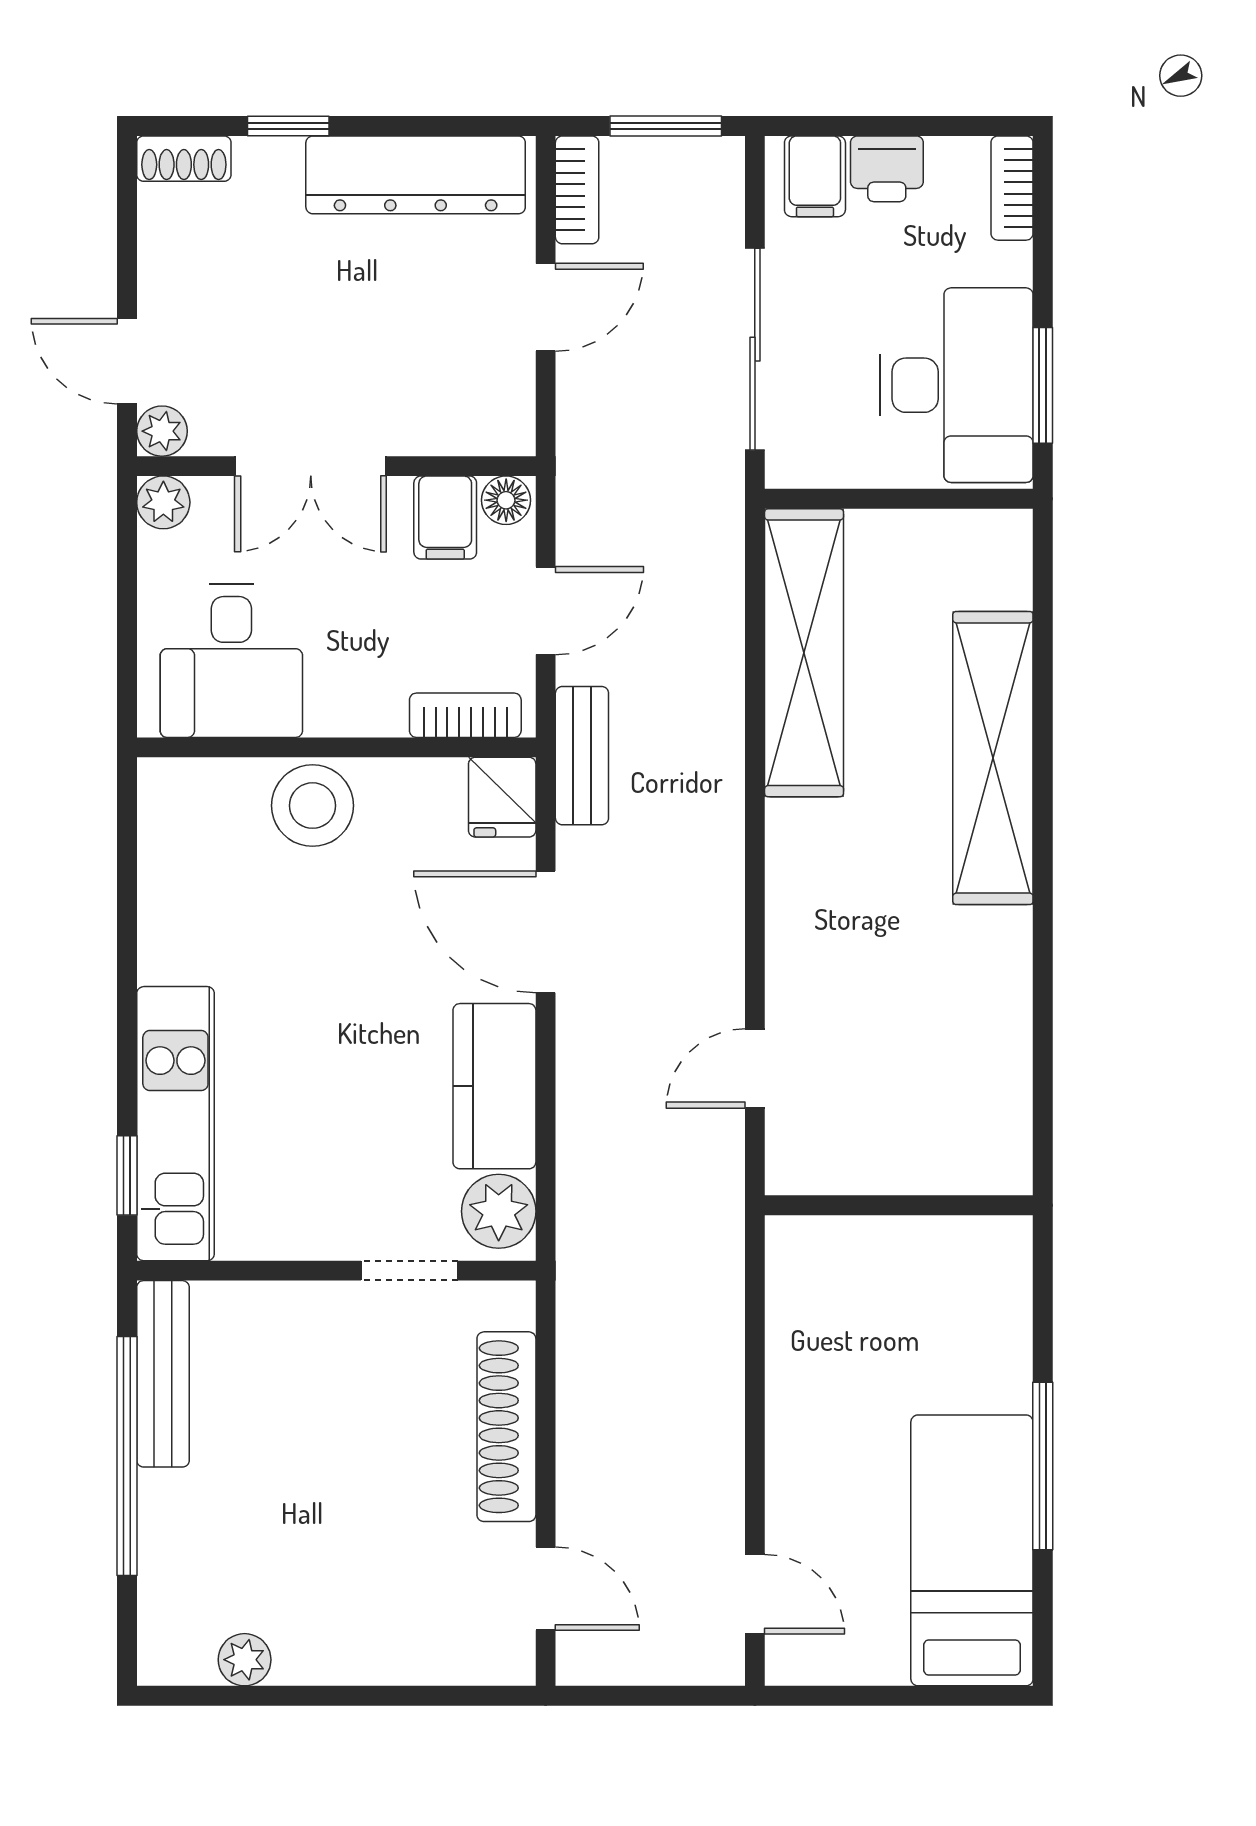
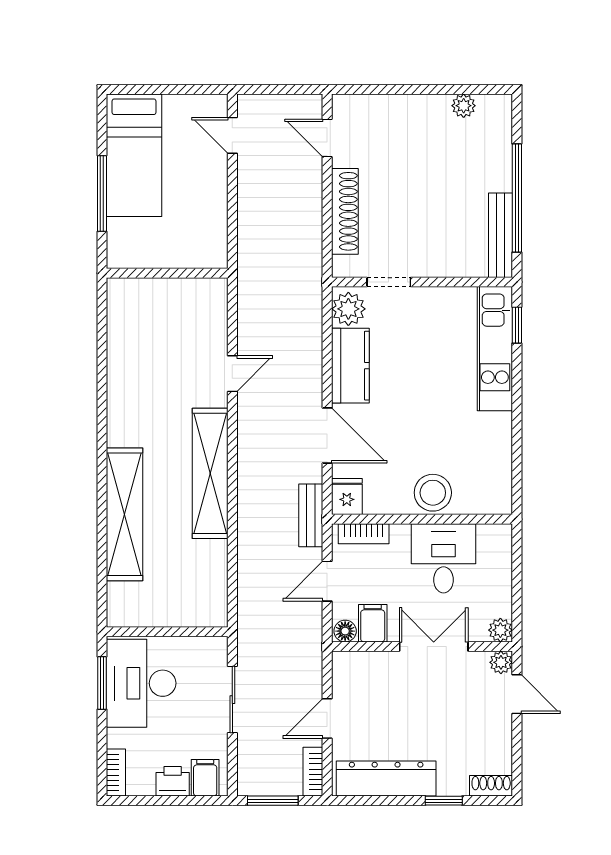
sliding door: (755, 349) -> (232, 700), width x0.73
shelving: (804, 653) -> (210, 473), moved
desk: (231, 661) -> (444, 558), moved
wall: (899, 1205) -> (167, 273), moved

